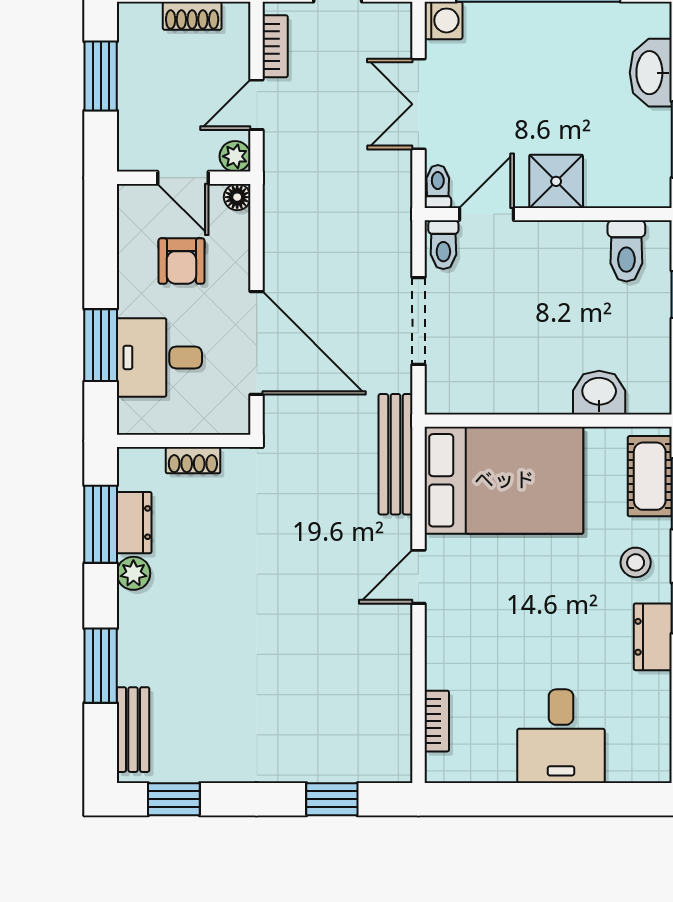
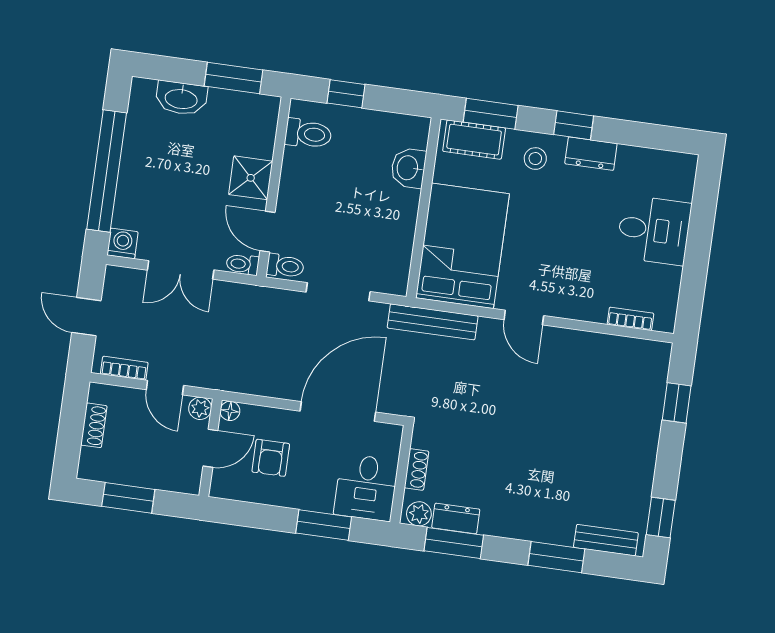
armchair: (181, 261) -> (271, 458), turned 90
desk: (159, 357) -> (366, 487), moved
plant: (133, 573) -> (419, 514), moved

